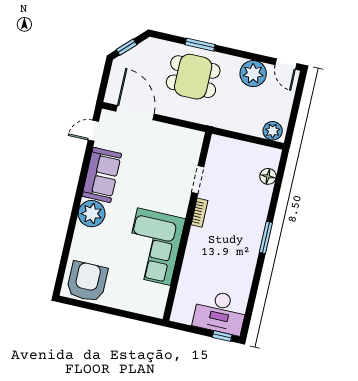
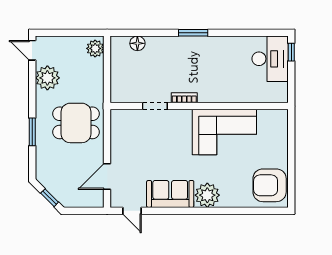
door: (286, 64) -> (32, 50), swing flipped
dining table: (193, 77) -> (76, 123), moved, turned 90
door: (135, 113) -> (107, 177), width x0.73

